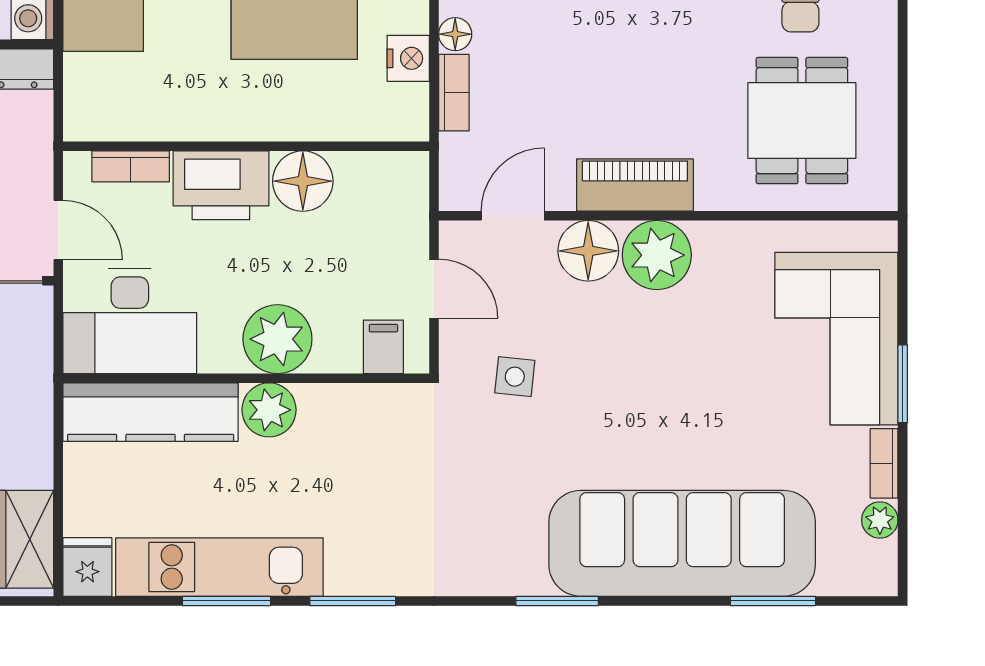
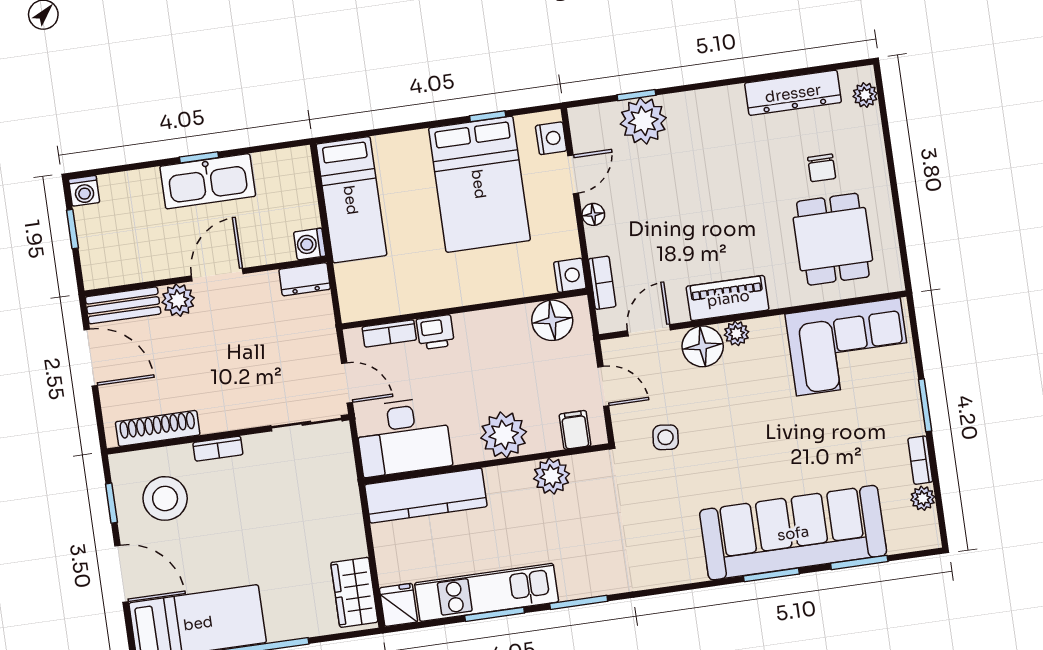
nightstand: (408, 58) -> (570, 275), moved
bookcase: (454, 93) -> (602, 283), moved
floor lamp: (303, 181) -> (552, 320), moved
printer: (221, 185) -> (435, 332), width x0.53, depth x0.68
plant: (657, 255) -> (737, 333), width x0.53, depth x0.53
corner sofa: (836, 339) -> (848, 347), moved, turned -90
plant: (269, 410) -> (552, 476), moved
window: (557, 601) -> (771, 575), moved

